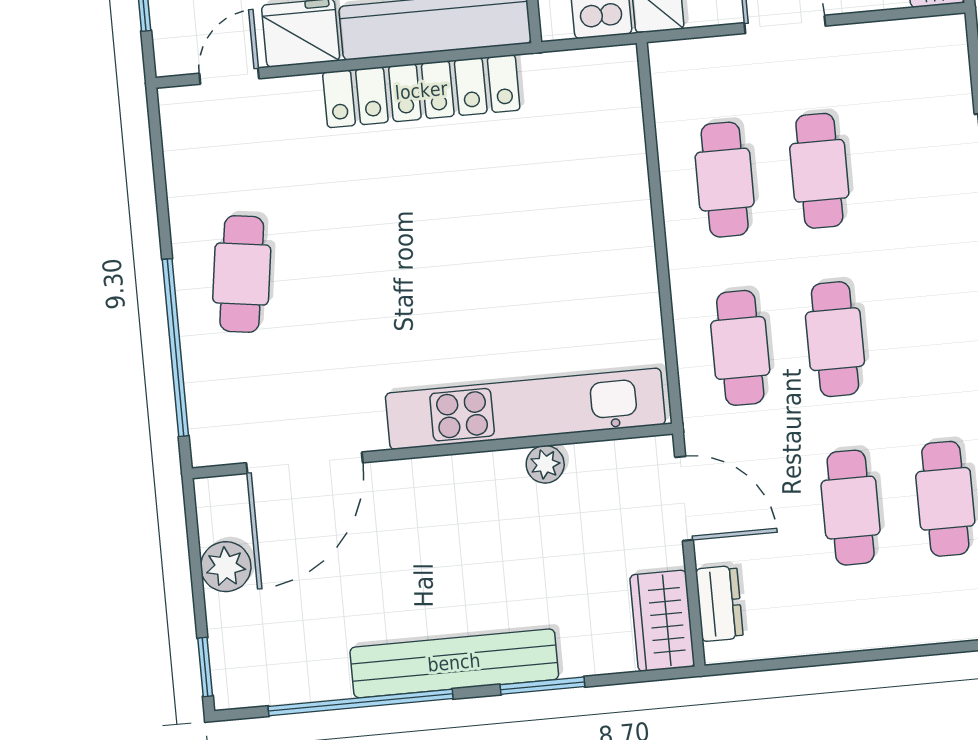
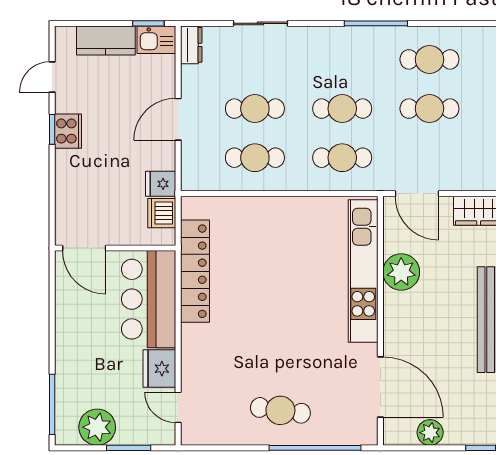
locker: (421, 91) -> (195, 271), moved
plant: (545, 464) -> (401, 272), width x1.87, depth x1.87
door: (684, 499) -> (417, 194), swing flipped
dresser: (719, 604) -> (191, 45), moved, turned 90

